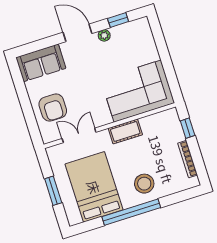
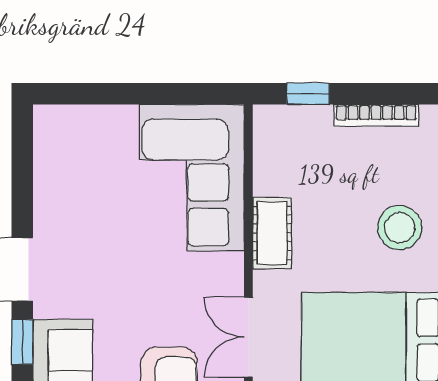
window: (118, 20) -> (22, 342), moved
plant: (104, 35) -> (46, 212), removed

